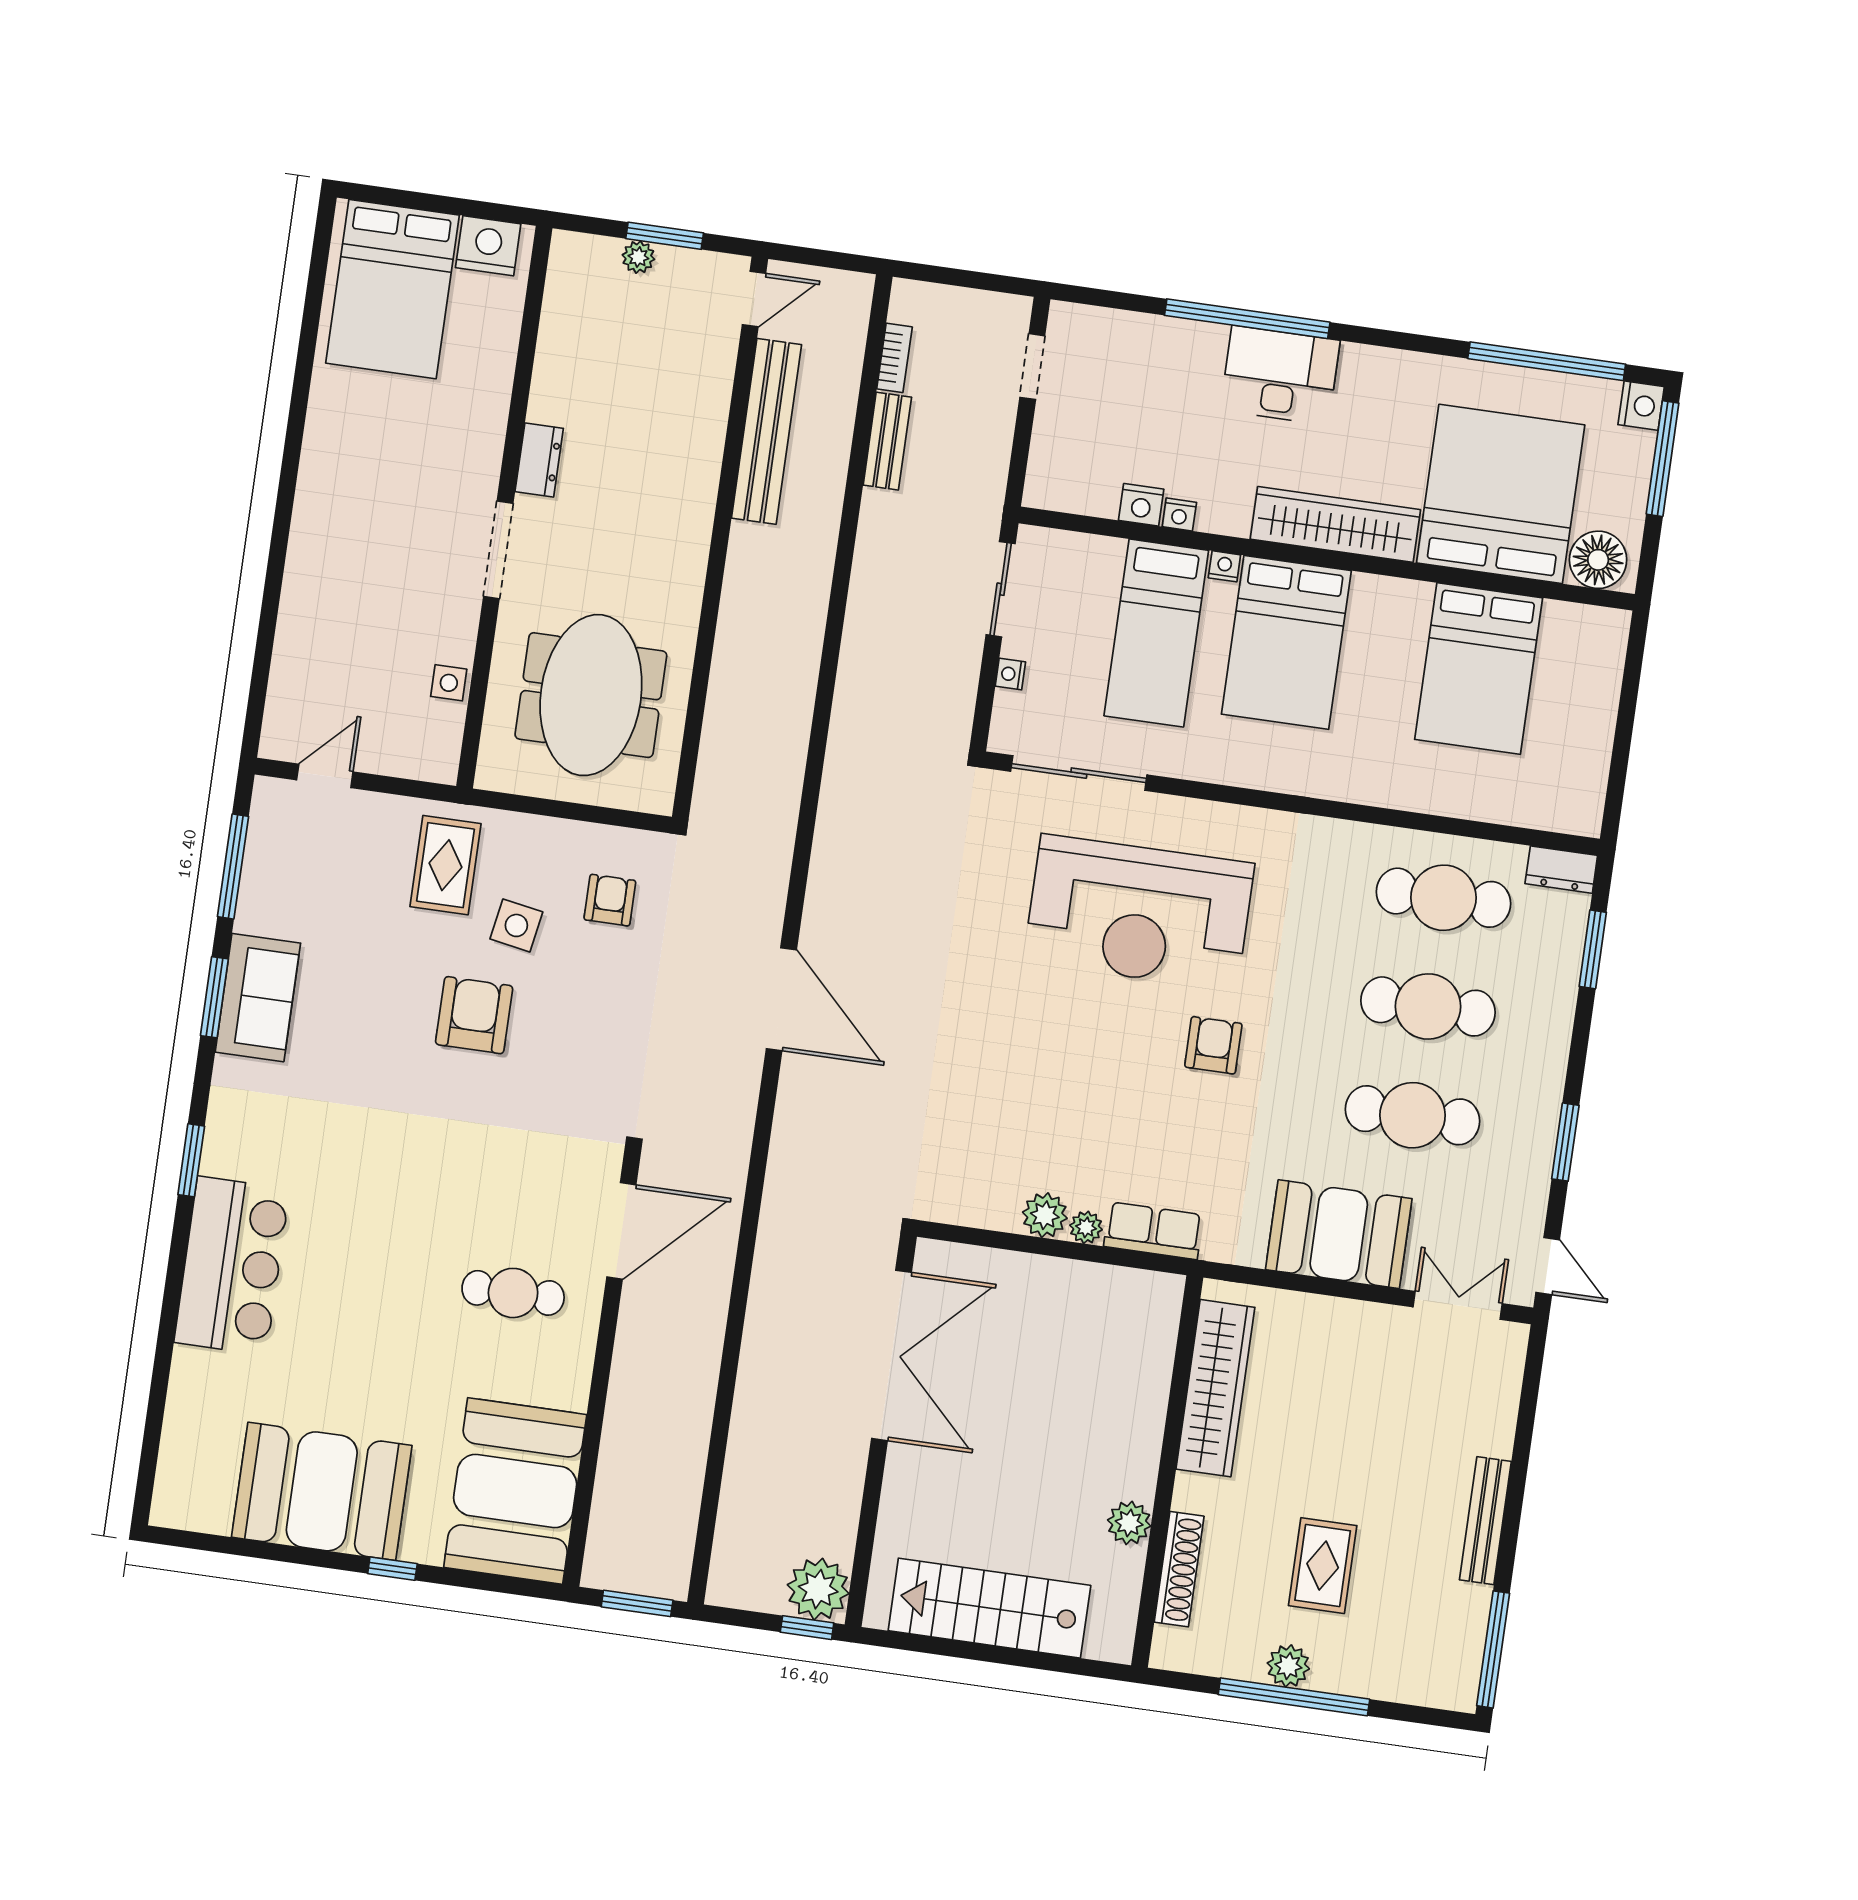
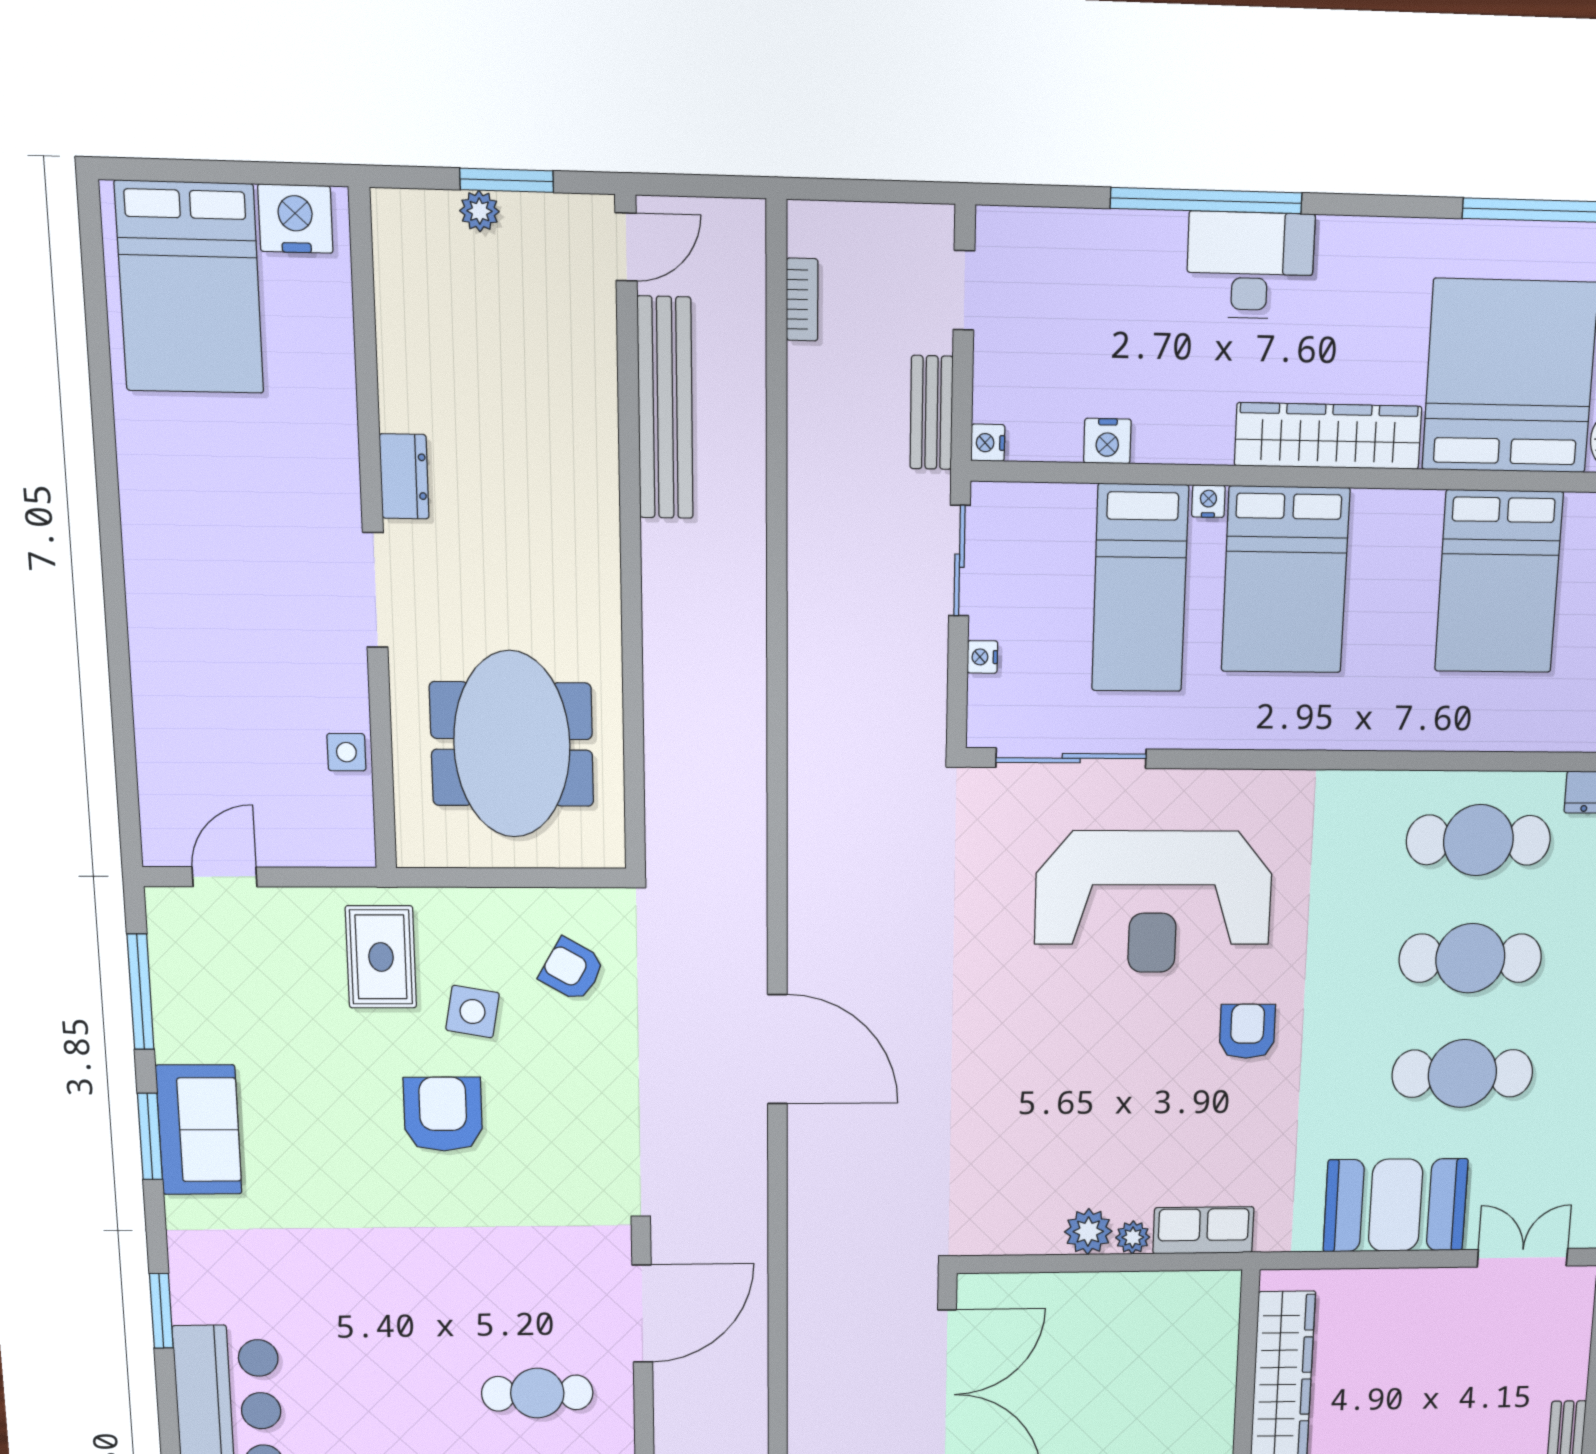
bench: (887, 441) -> (931, 413), moved
nightstand: (1179, 514) -> (988, 443), moved, turned 90
armchair: (610, 900) -> (572, 970), turned -60

